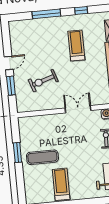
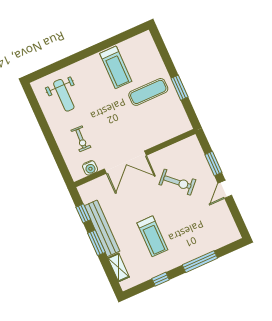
exercise bike: (43, 81) -> (177, 182), turned 61
double door: (78, 109) -> (125, 162), width x1.37

